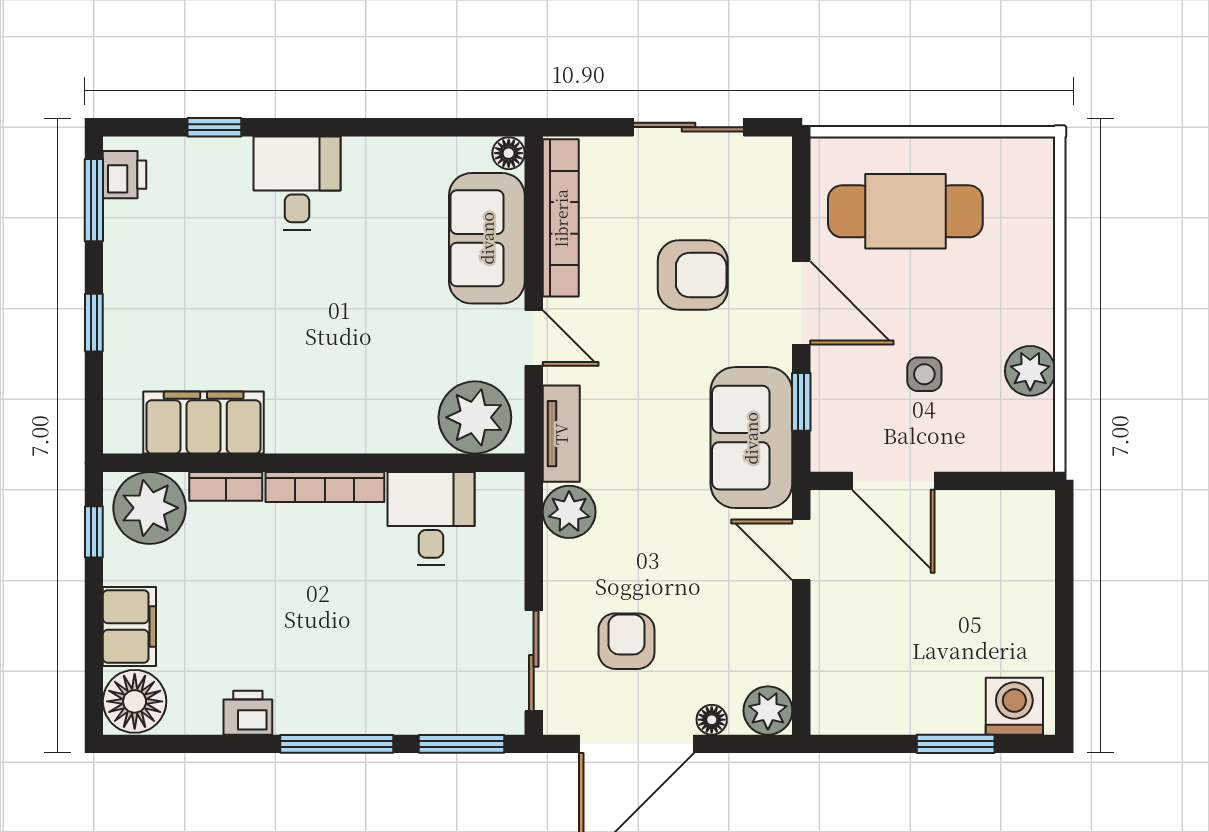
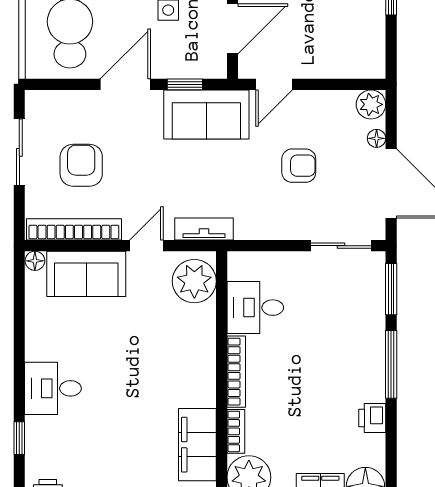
armchair: (693, 275) -> (81, 165), moved
plant: (569, 512) -> (251, 224), removed
armchair: (626, 641) -> (299, 166), moved, turned 180

